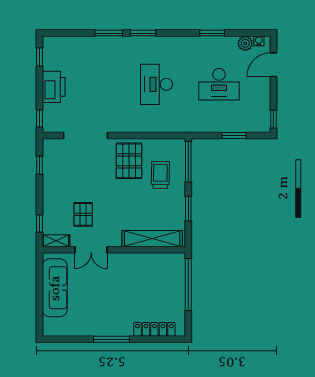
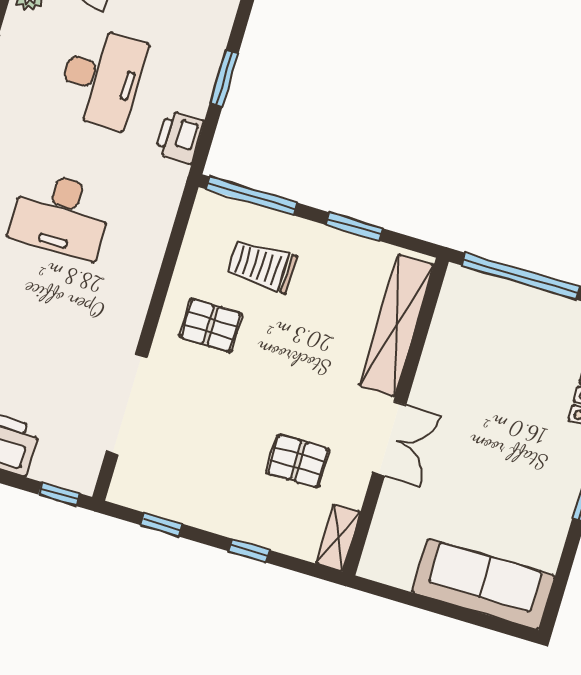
printer: (204, 124) -> (180, 137), added
pallet: (129, 161) -> (211, 325), width x0.67, depth x0.71
window: (40, 224) -> (249, 551), moved
double door: (91, 250) -> (389, 439), moved
sofa: (55, 288) -> (483, 584), moved

